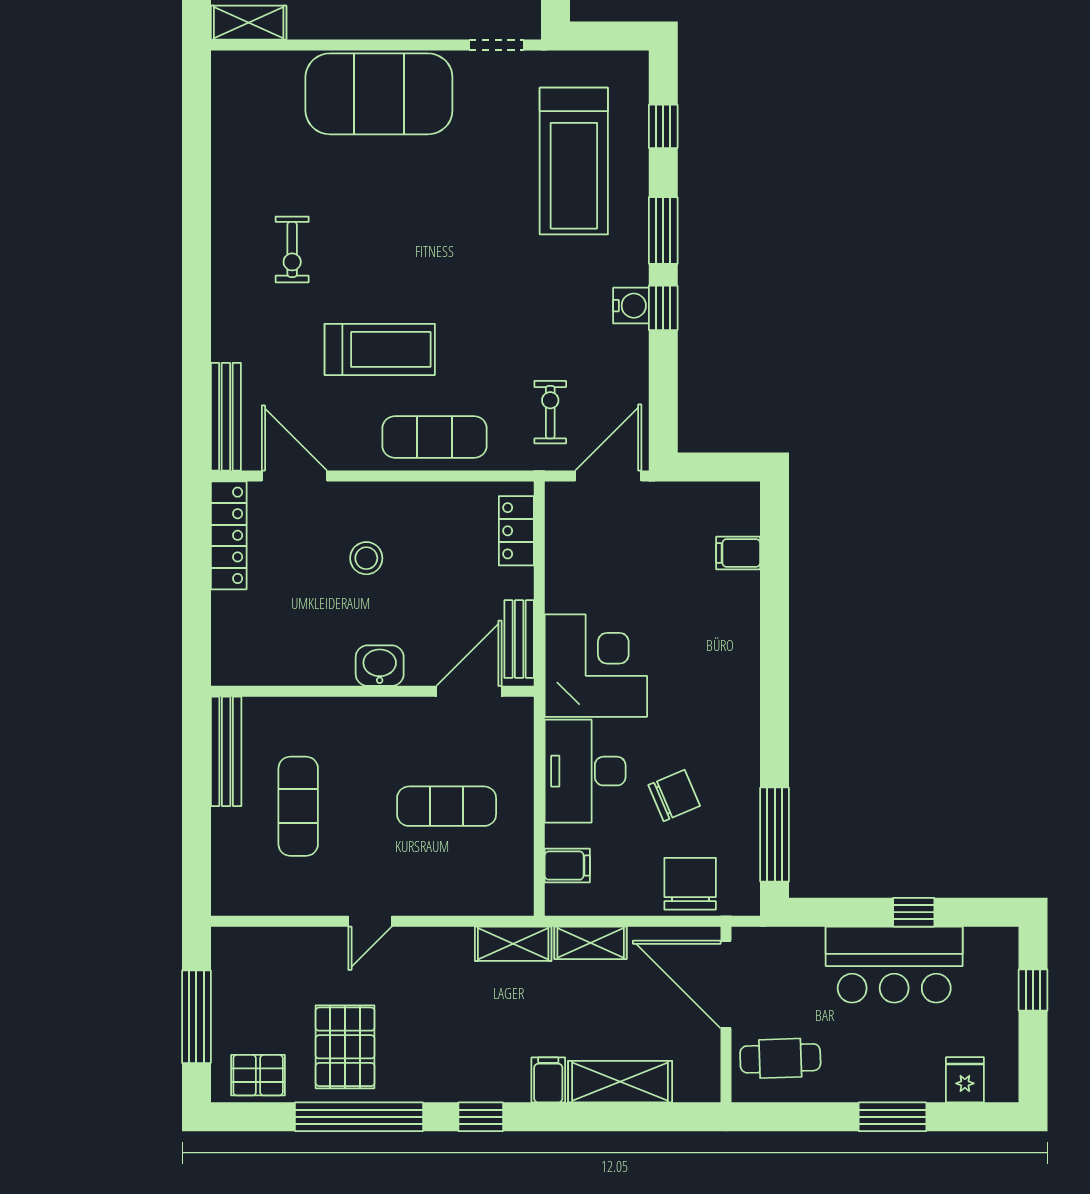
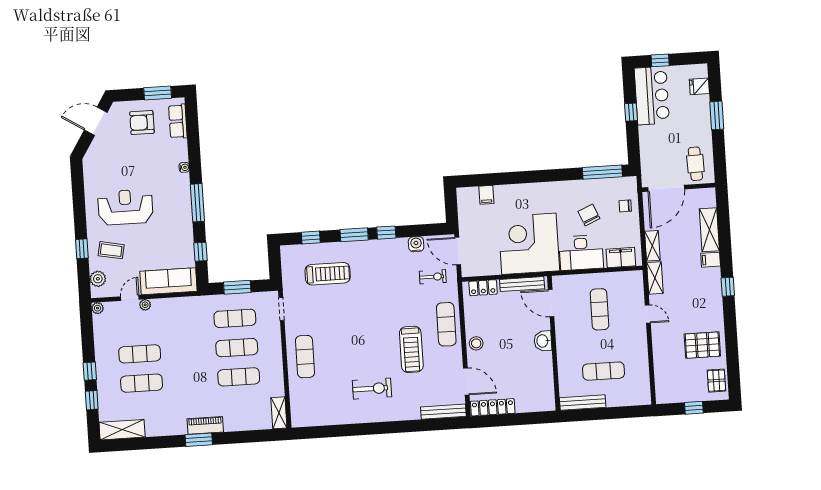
exercise mat: (379, 94) -> (305, 357), width x0.50, depth x0.69
treadmill: (574, 161) -> (328, 274), width x0.73, depth x0.73
exercise bike: (292, 249) -> (372, 389), width x1.38, depth x1.39
water cooler: (631, 306) -> (416, 244), moved
treadmill: (380, 349) -> (411, 349), turned 180
exercise bike: (550, 412) -> (433, 277), turned 180
door: (294, 476) -> (466, 382), swing flipped
stool: (366, 558) -> (476, 343), moved
bench: (519, 639) -> (522, 284), width x1.36
corner desk: (596, 666) -> (529, 244), width x1.36, depth x1.36
filing cabinet: (567, 866) -> (621, 258), width x2.00
chair: (690, 884) -> (625, 206), width x0.54, depth x0.54
door: (370, 921) -> (648, 314), moved
bar counter: (894, 965) -> (652, 96), moved
window: (196, 1017) -> (694, 408), width x0.46
window: (359, 1117) -> (731, 337), removed

